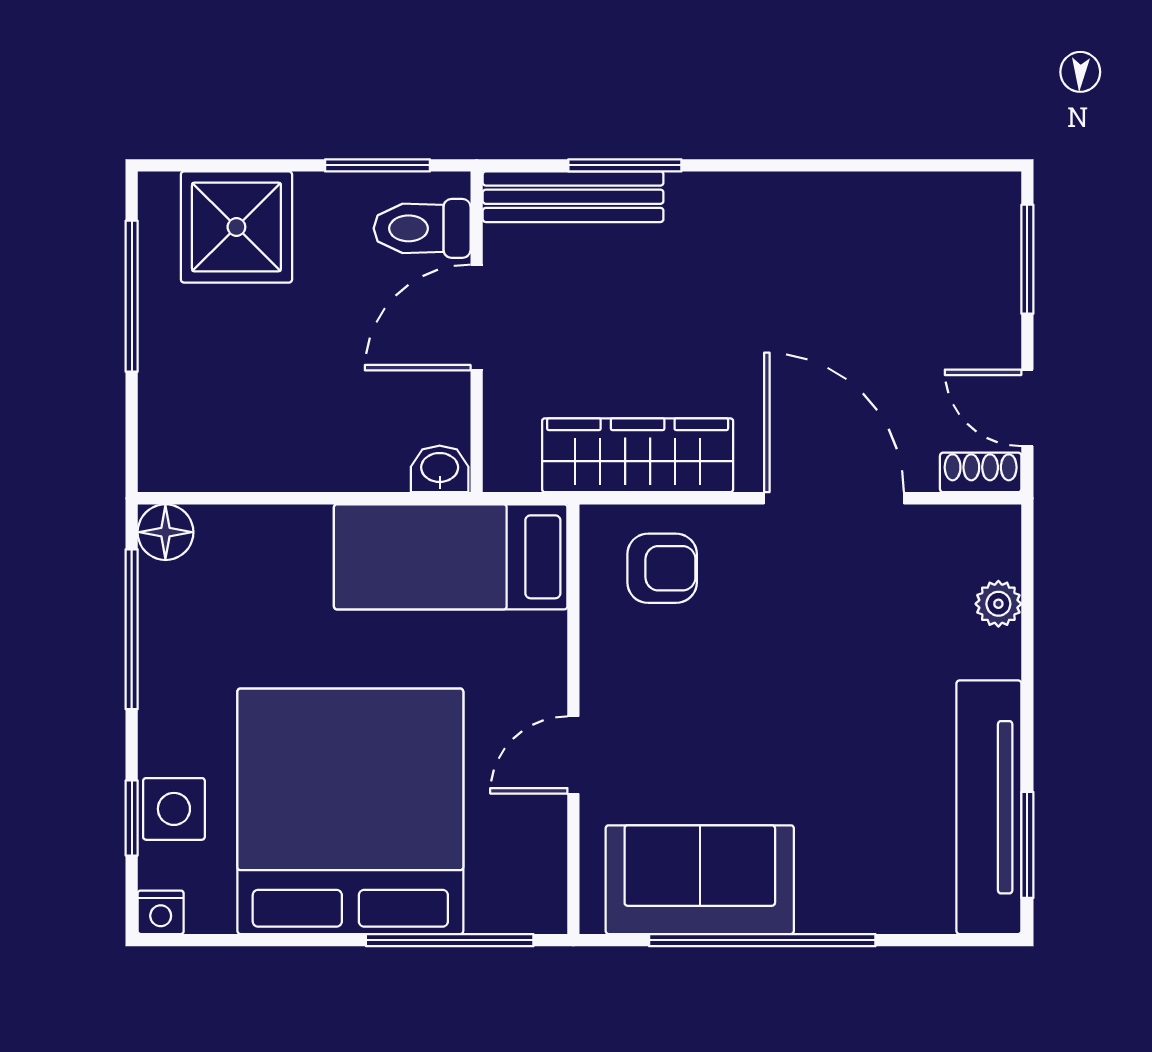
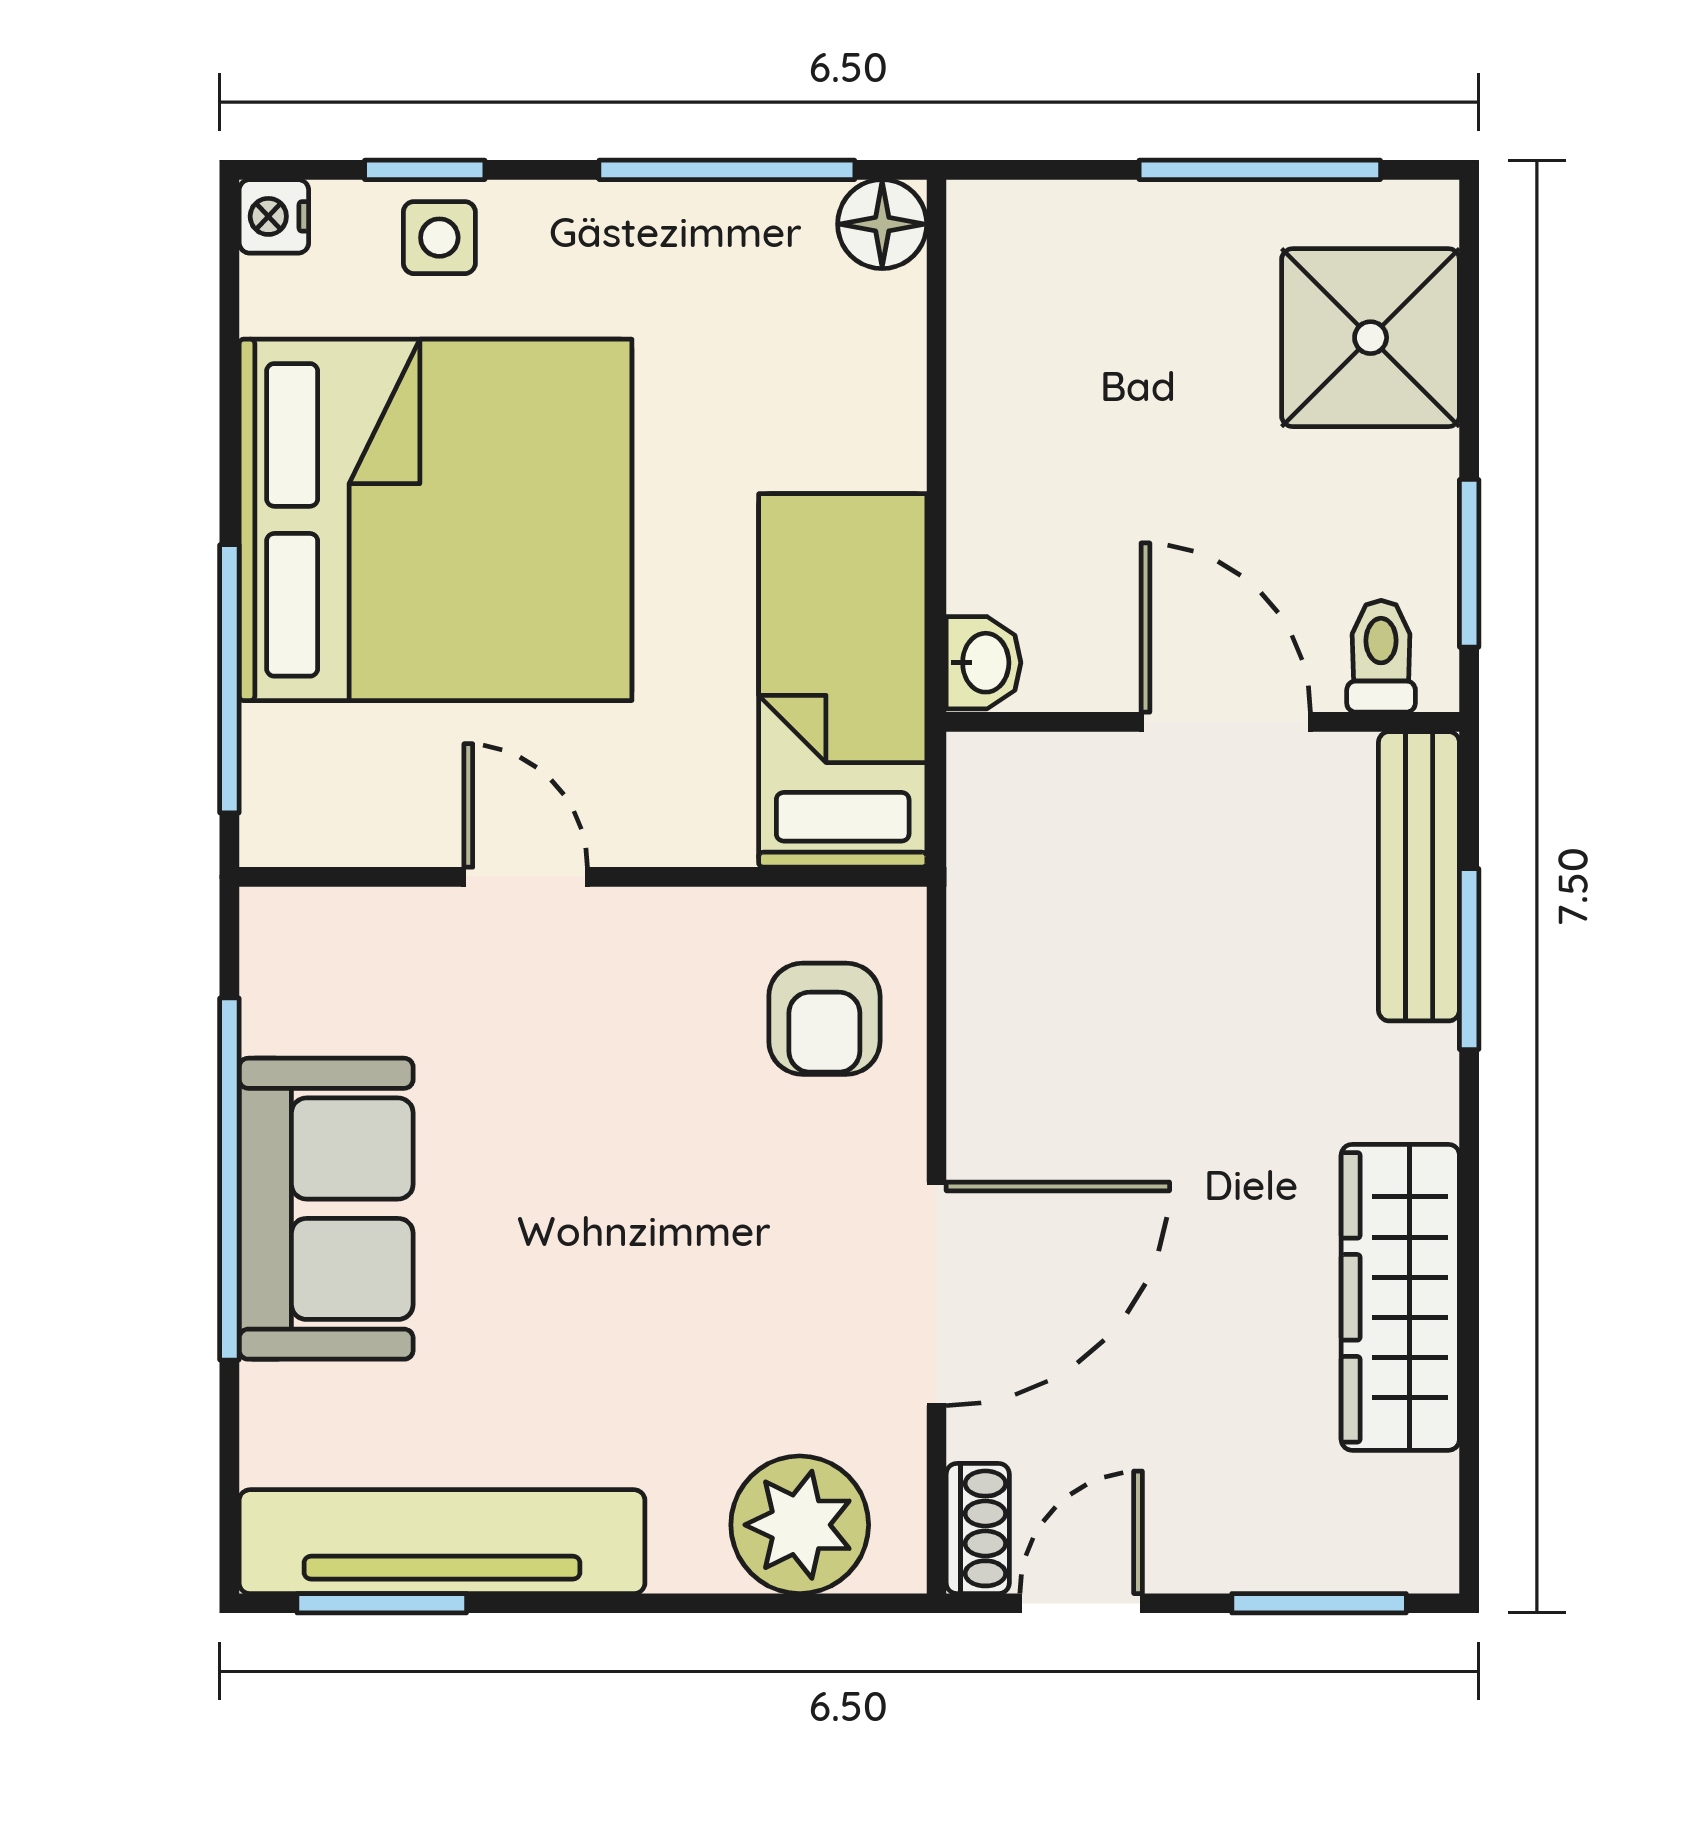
toilet: (422, 228) -> (1381, 656), width x0.73, depth x0.72
wardrobe: (638, 455) -> (1400, 1297), moved, turned 180
plant: (998, 604) -> (800, 1525), width x1.87, depth x1.87
side table: (174, 809) -> (439, 238), width x0.73, depth x0.73
sofa: (700, 880) -> (326, 1209), moved

